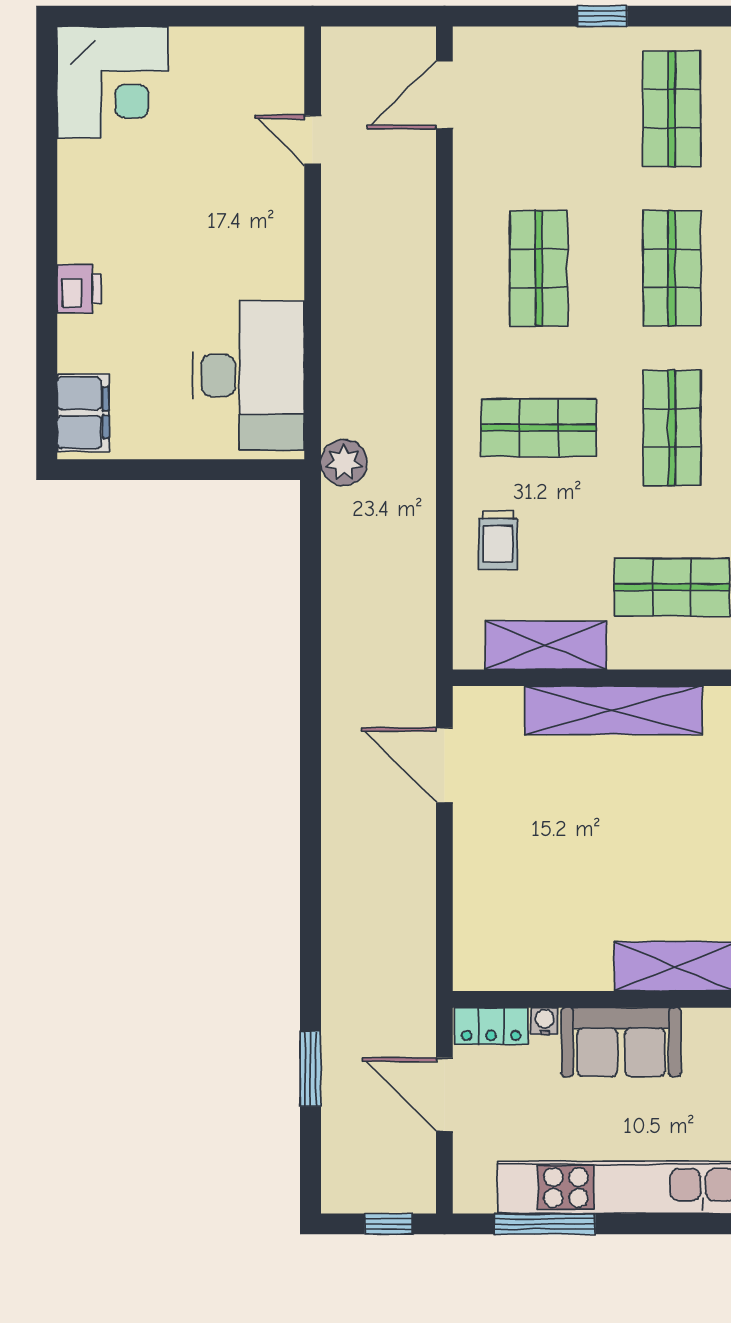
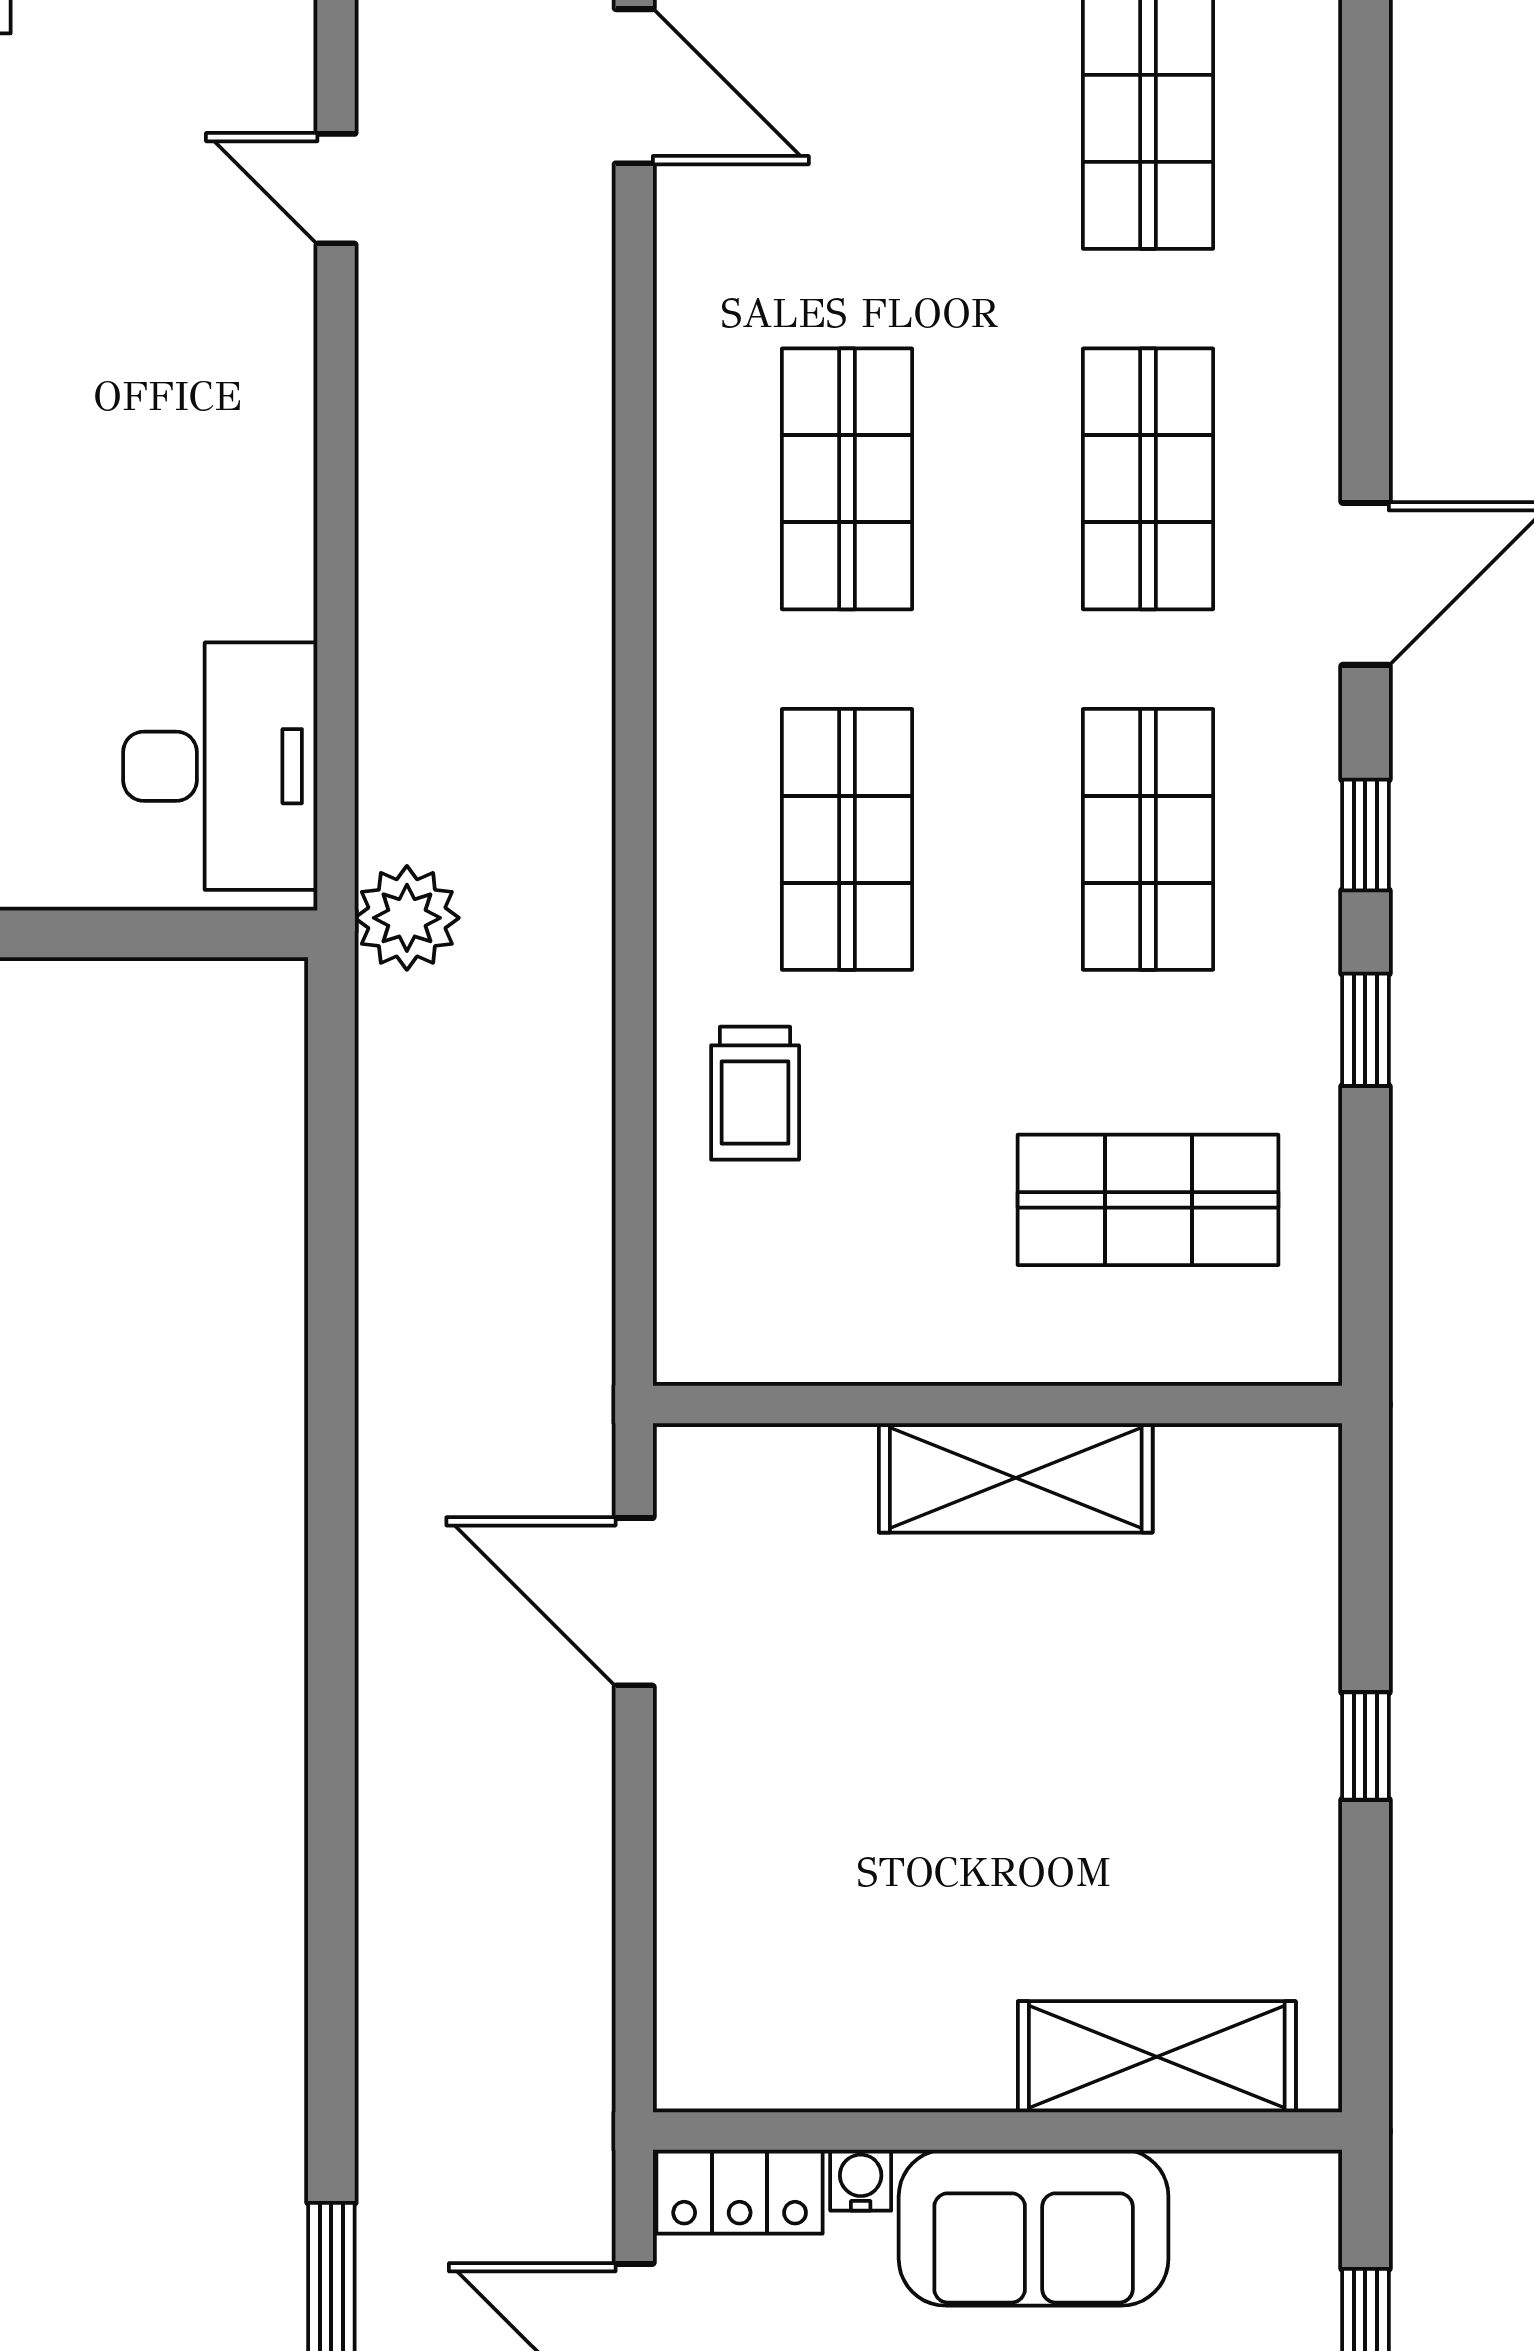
door: (444, 95) -> (634, 86), swing flipped
desk: (248, 375) -> (220, 766), width x0.73, depth x0.77
shop shelf: (539, 428) -> (847, 839), turned 90
shelving: (546, 645) -> (863, 1331), removed
shelving: (613, 710) -> (1016, 1478), width x0.68

